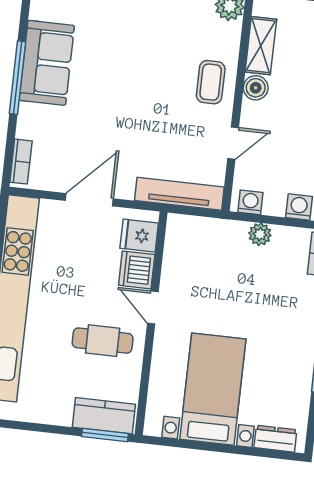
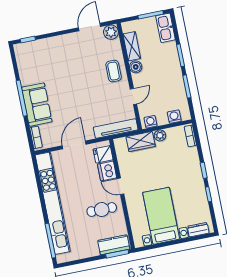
sofa: (47, 63) -> (37, 105), moved
wardrobe: (219, 234) -> (141, 141), added

